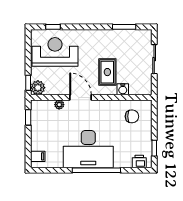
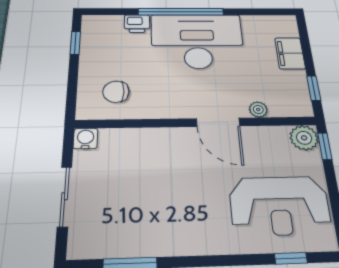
rug: (107, 72) -> (166, 169), removed
water cooler: (123, 89) -> (85, 139), moved
filing cabinet: (38, 156) -> (290, 53), moved, width x2.00
printer: (139, 161) -> (137, 24), moved

